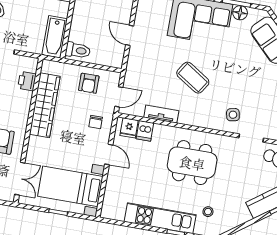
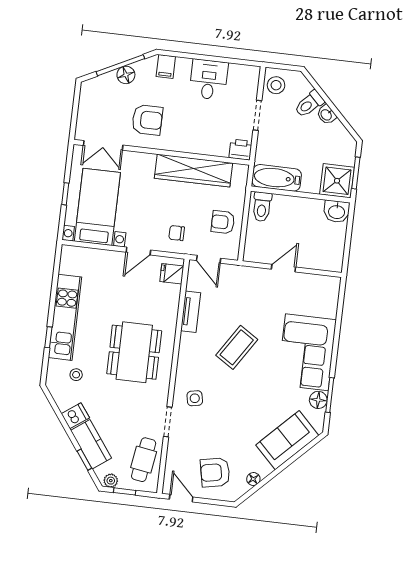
printer: (27, 81) -> (240, 150), moved
dishwasher: (145, 131) -> (75, 416), moved, turned 144

